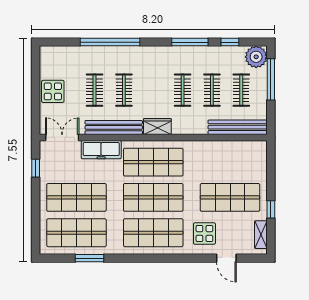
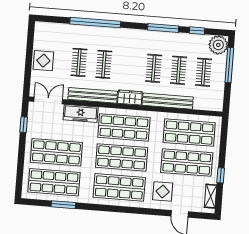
bench: (238, 127) -> (168, 101), moved
shop shelf: (230, 162) -> (189, 133), added

